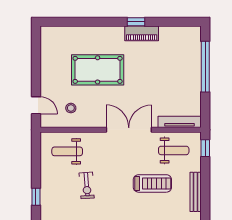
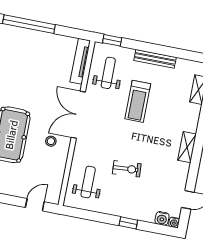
stool: (71, 108) -> (51, 141), moved
weight bench: (67, 151) -> (88, 182), turned 180
treadmill: (152, 183) -> (138, 101), turned 180

